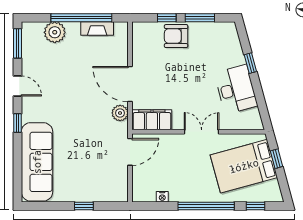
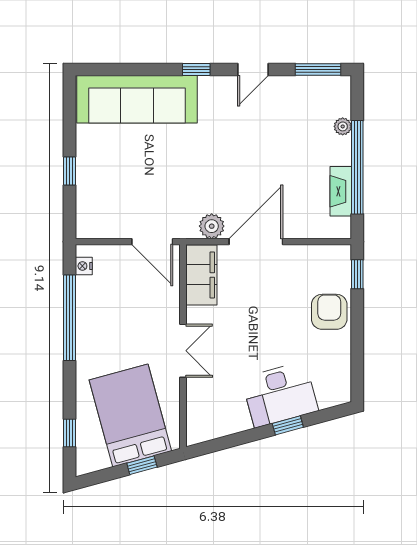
window: (167, 18) -> (357, 274), moved
window: (200, 18) -> (357, 348), removed
plant: (55, 32) -> (343, 126), width x0.53, depth x0.53
desk: (236, 89) -> (280, 394), moved
nightstand: (162, 197) -> (84, 266), moved
window: (206, 206) -> (70, 318), moved

